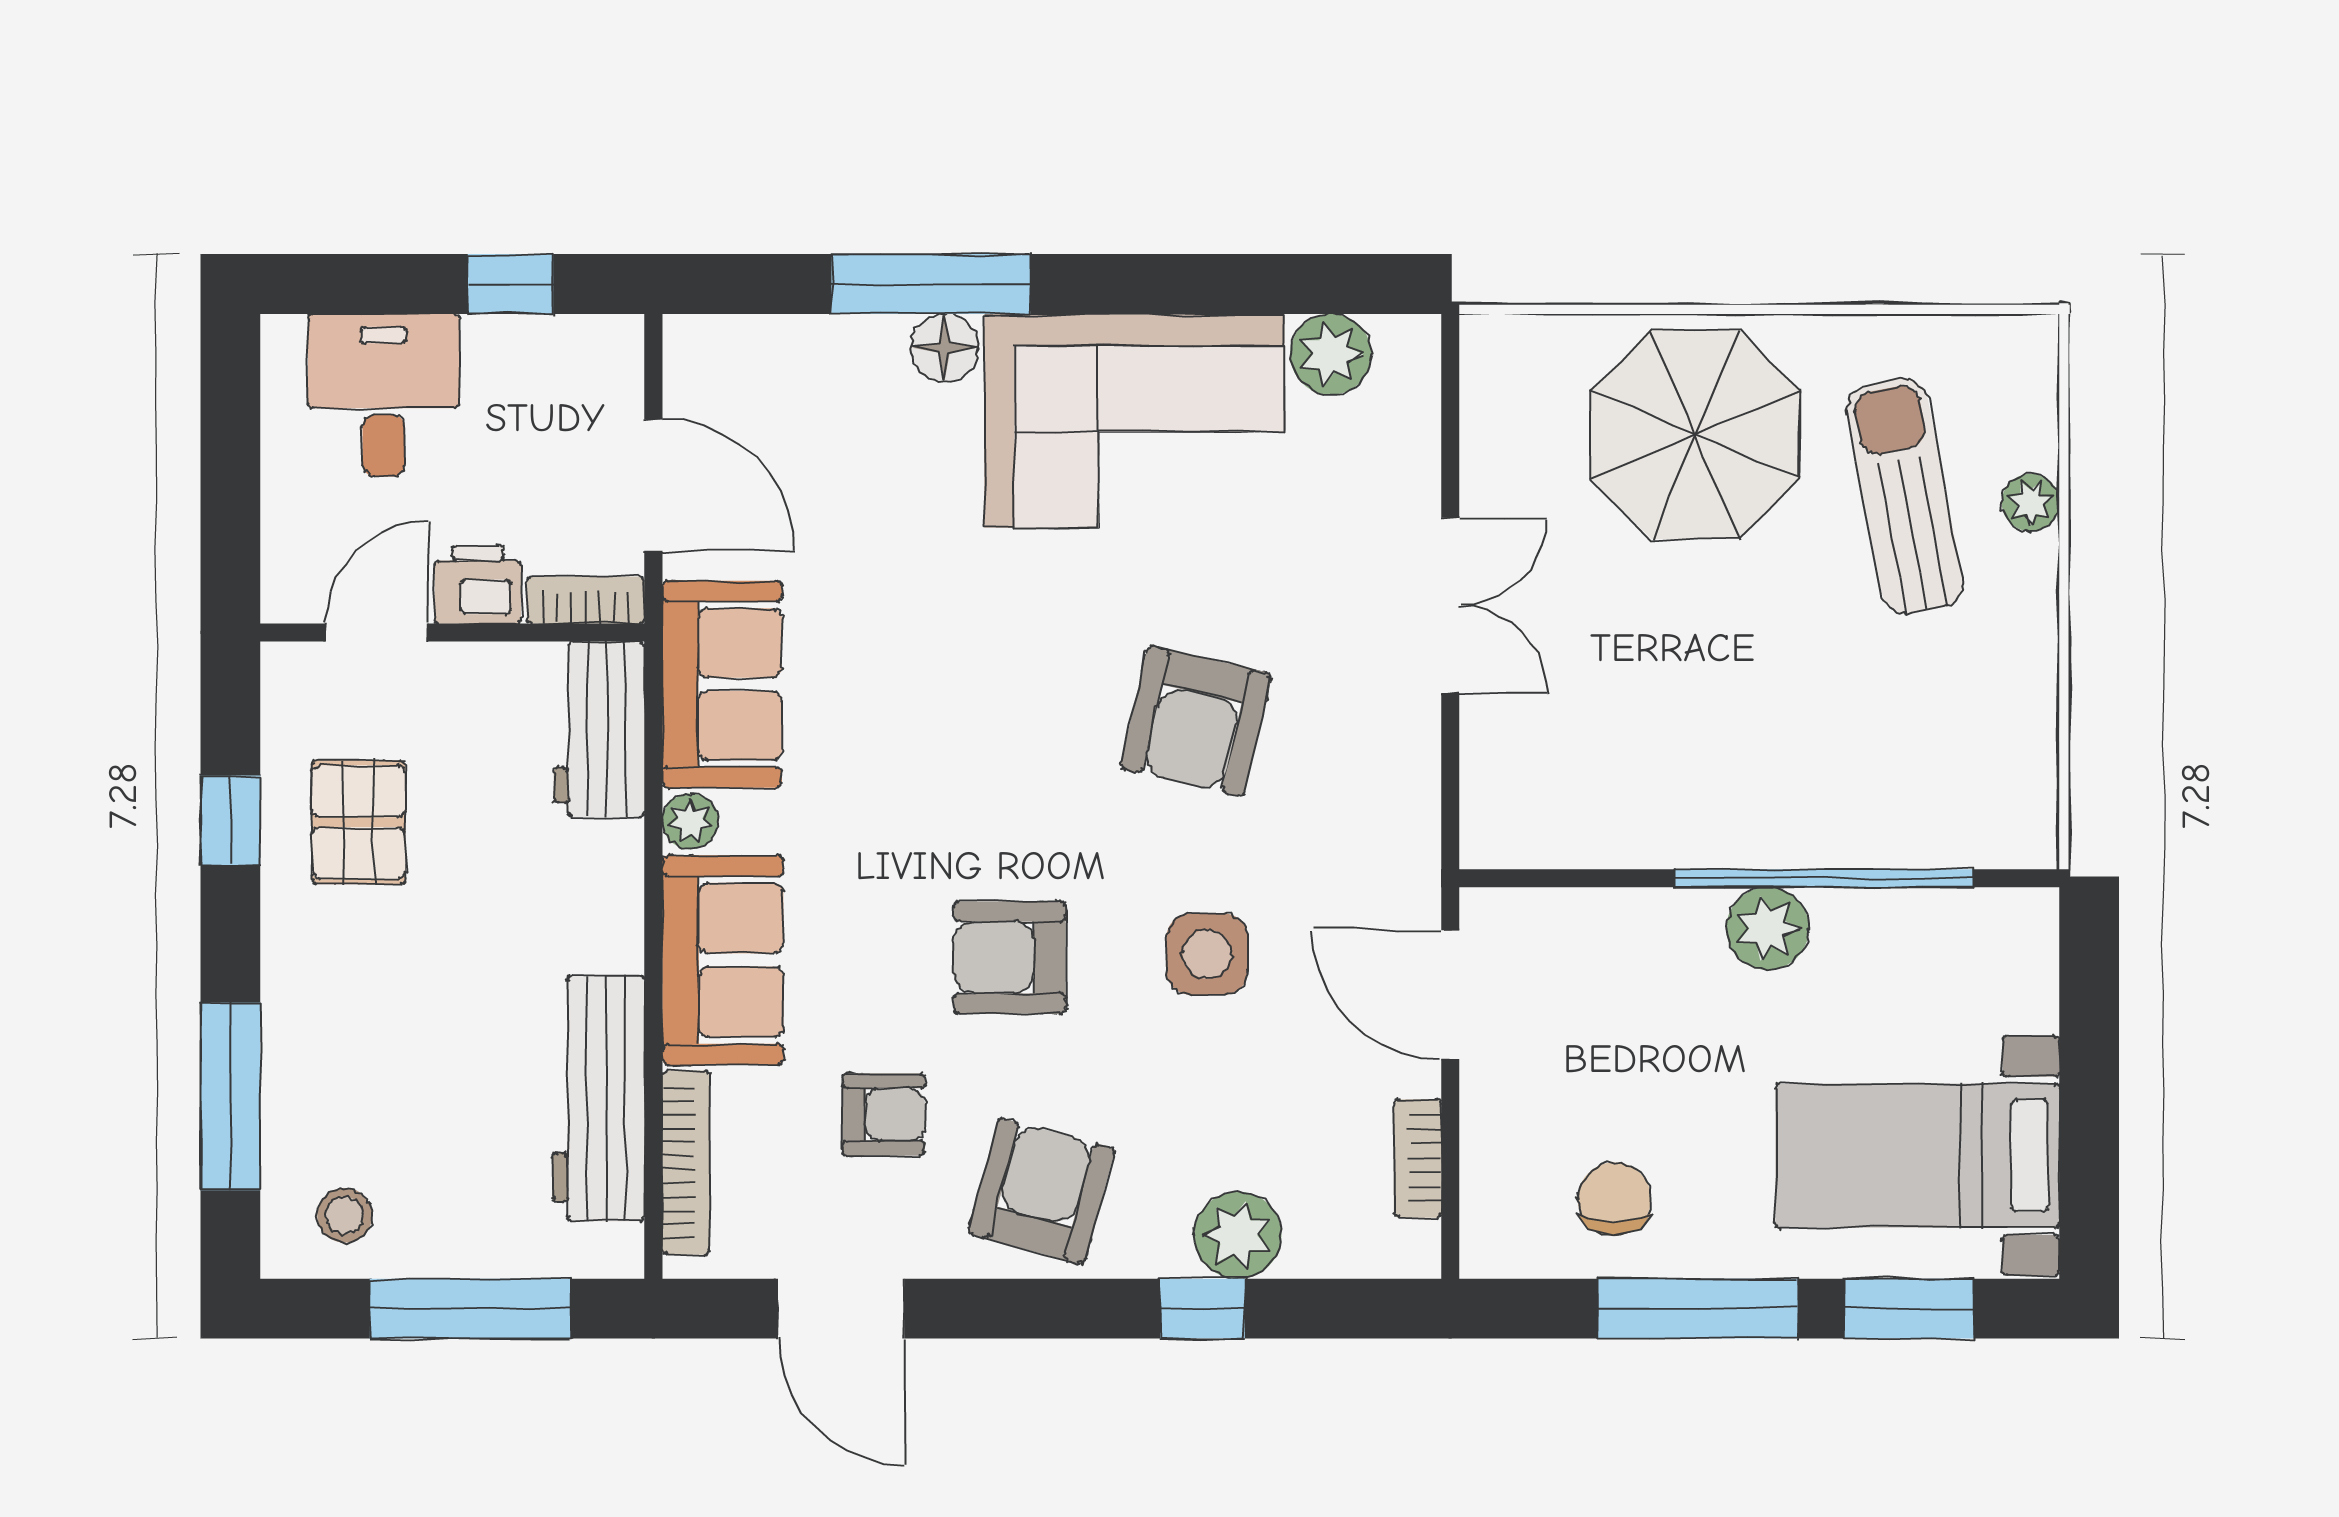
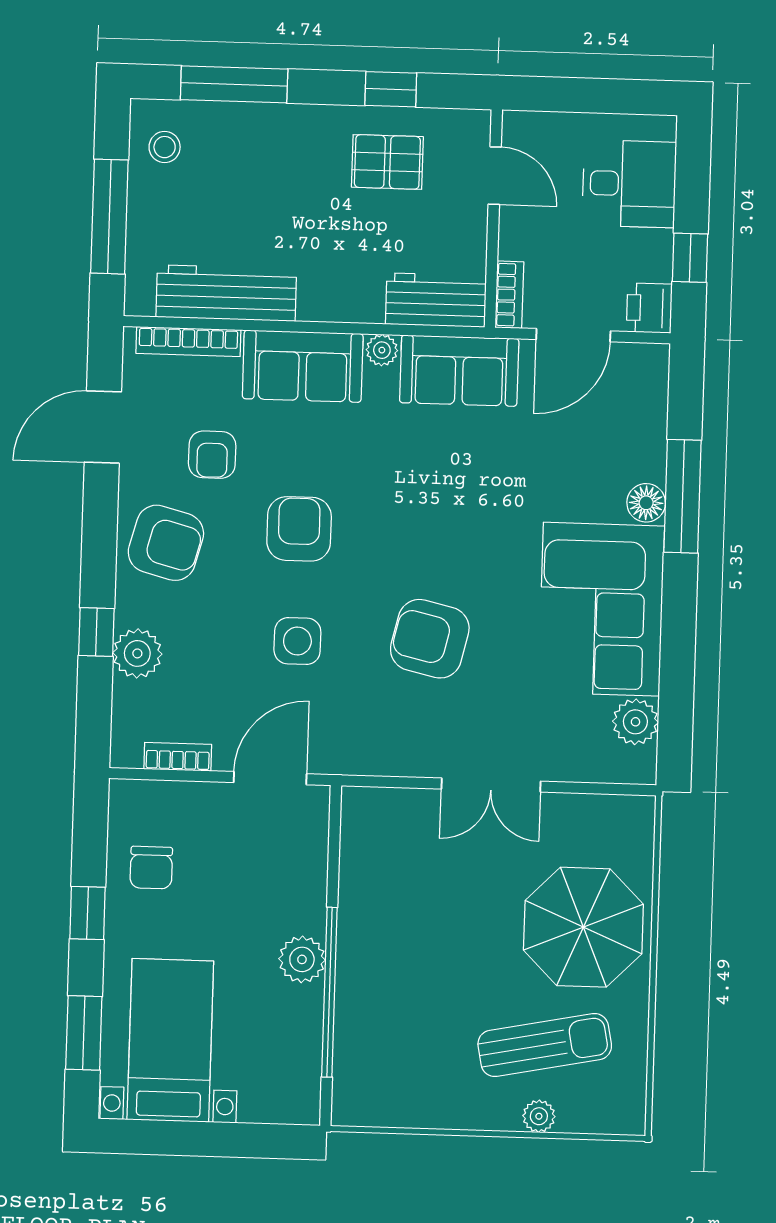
printer: (478, 584) -> (649, 308), moved, turned 180
chair: (1614, 1199) -> (151, 868), turned 90
window: (1698, 1309) -> (88, 913), width x0.46

